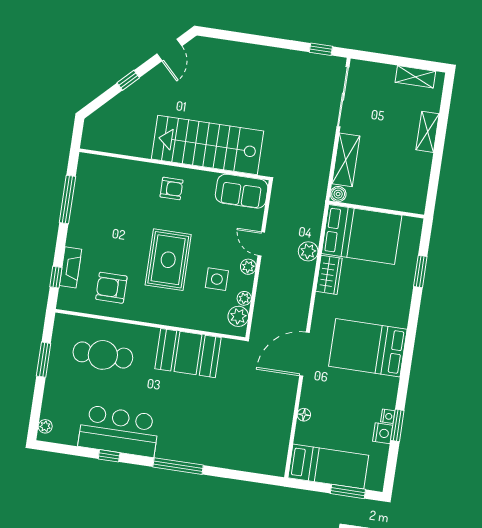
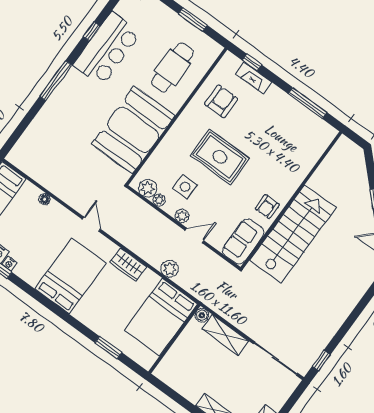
armchair: (172, 188) -> (267, 207), moved
wardrobe: (329, 275) -> (128, 265), moved
booth: (188, 353) -> (133, 130), width x1.36, depth x1.42
door: (304, 354) -> (91, 224), width x0.53

